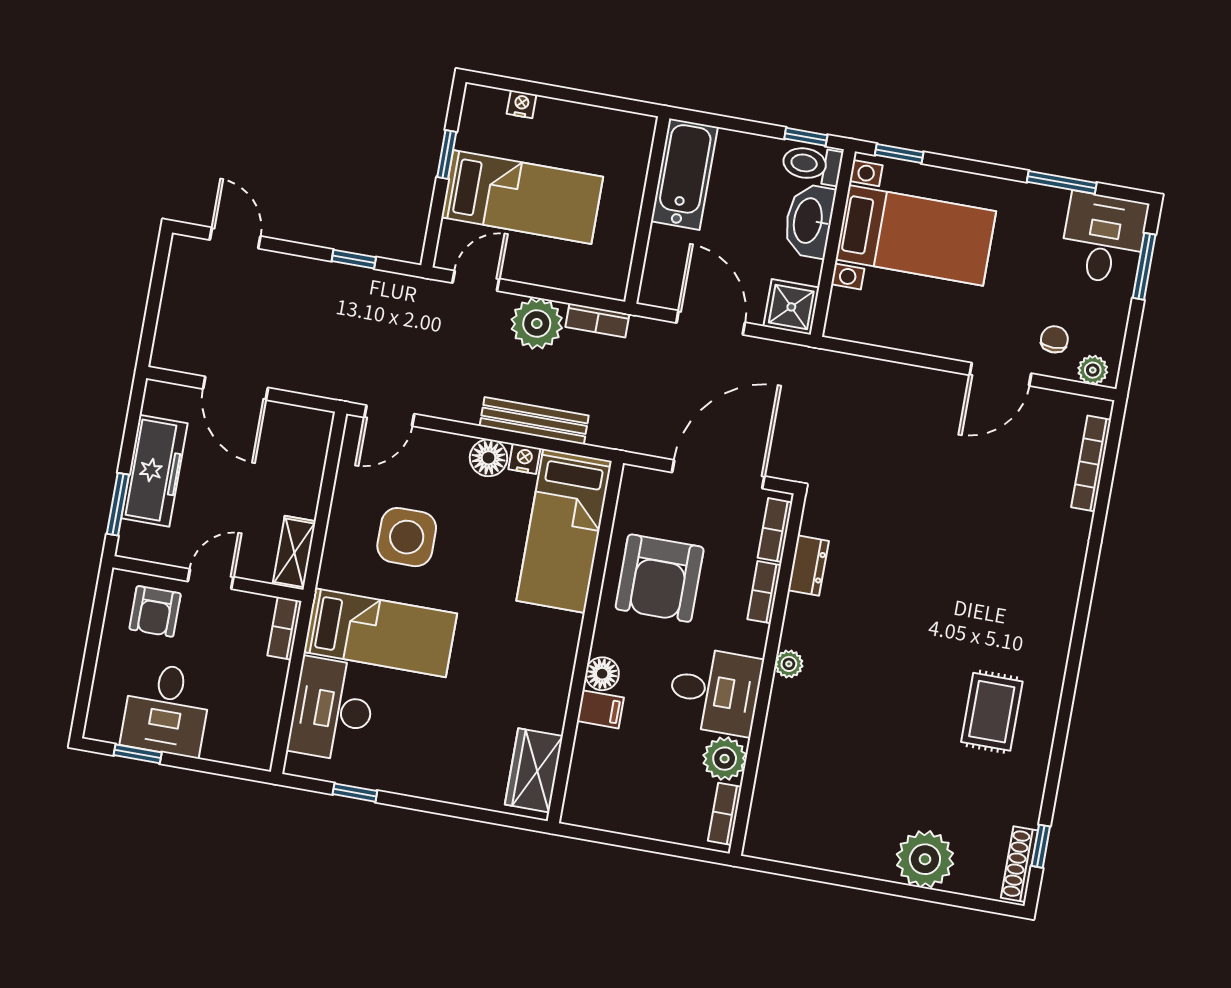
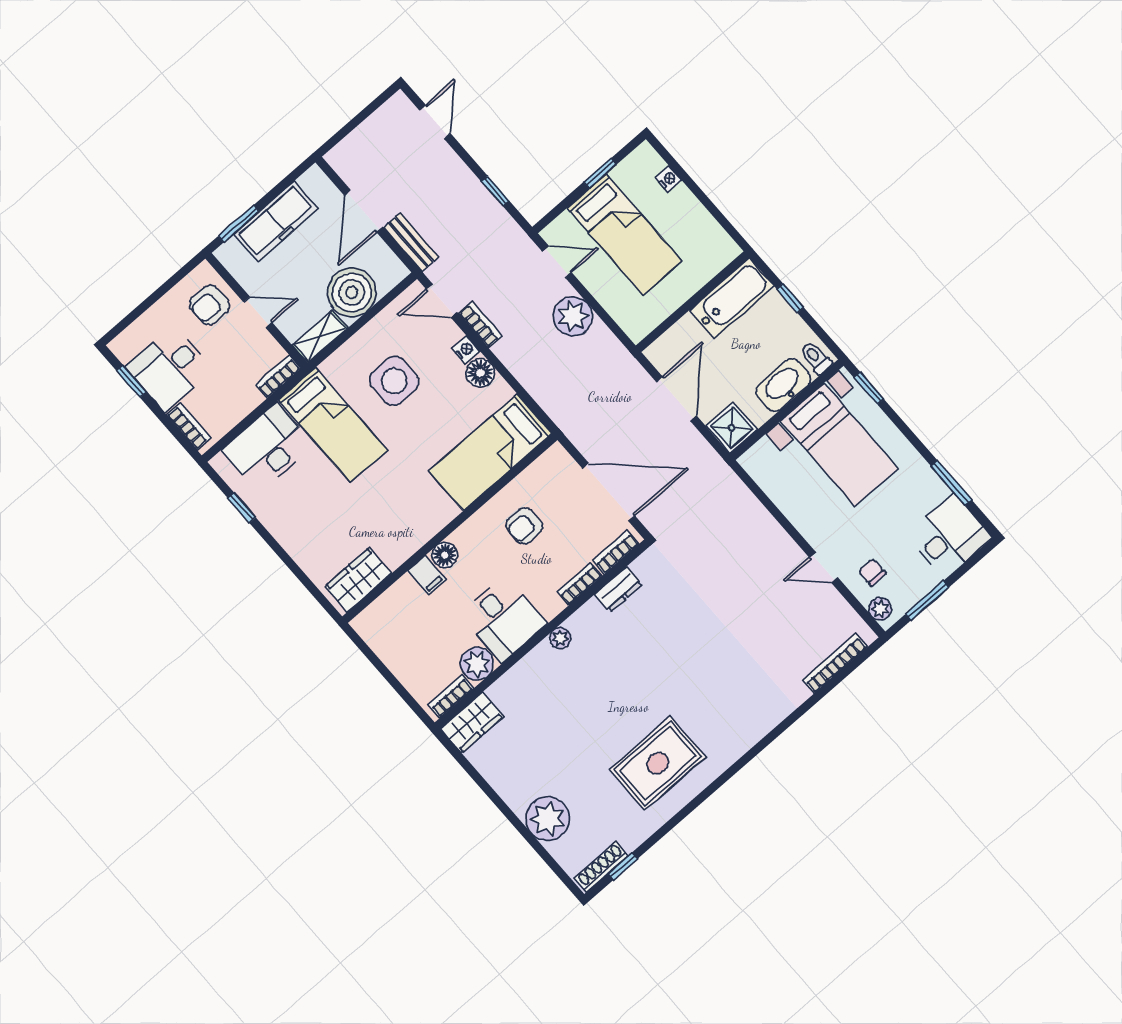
window: (806, 137) -> (790, 298), moved
toilet: (812, 164) -> (816, 358), width x0.73, depth x0.72
window: (1144, 266) -> (927, 601), moved
bookcase: (597, 320) -> (480, 325), moved, turned 180
chair: (1054, 339) -> (872, 572), turned -90
door: (1000, 374) -> (824, 567), width x0.73
bench: (534, 421) -> (411, 242), moved, width x0.73
nightstand: (524, 459) -> (466, 350), moved
boiler: (290, 481) -> (352, 292), added
armchair: (660, 578) -> (524, 526), width x0.53, depth x0.53
rug: (992, 712) -> (658, 763), width x1.36, depth x1.43
bookcase: (234, 753) -> (189, 426), added
wardrobe: (768, 823) -> (472, 723), added

